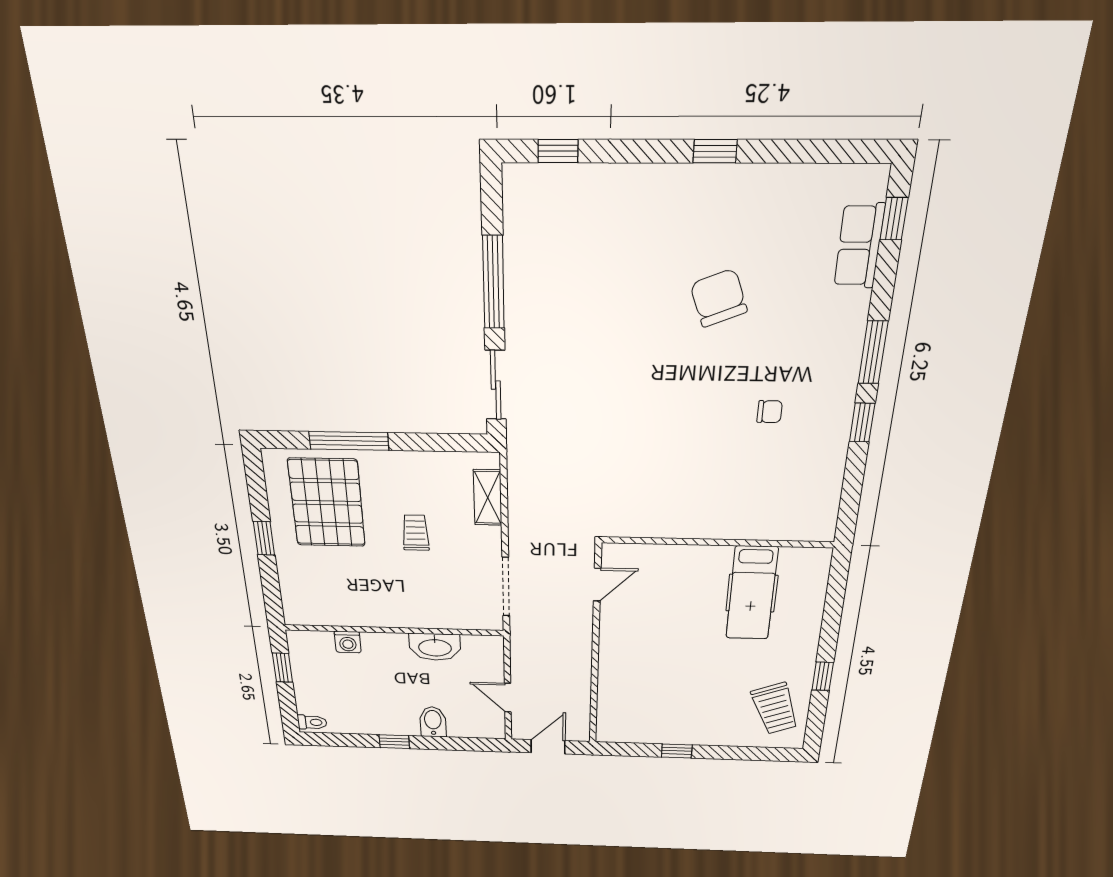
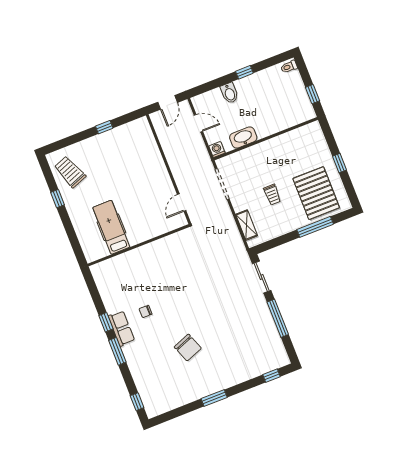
window: (715, 151) -> (214, 398), width x1.50
row of seats: (859, 246) -> (121, 328), moved
washing machine: (348, 642) -> (217, 149), moved

